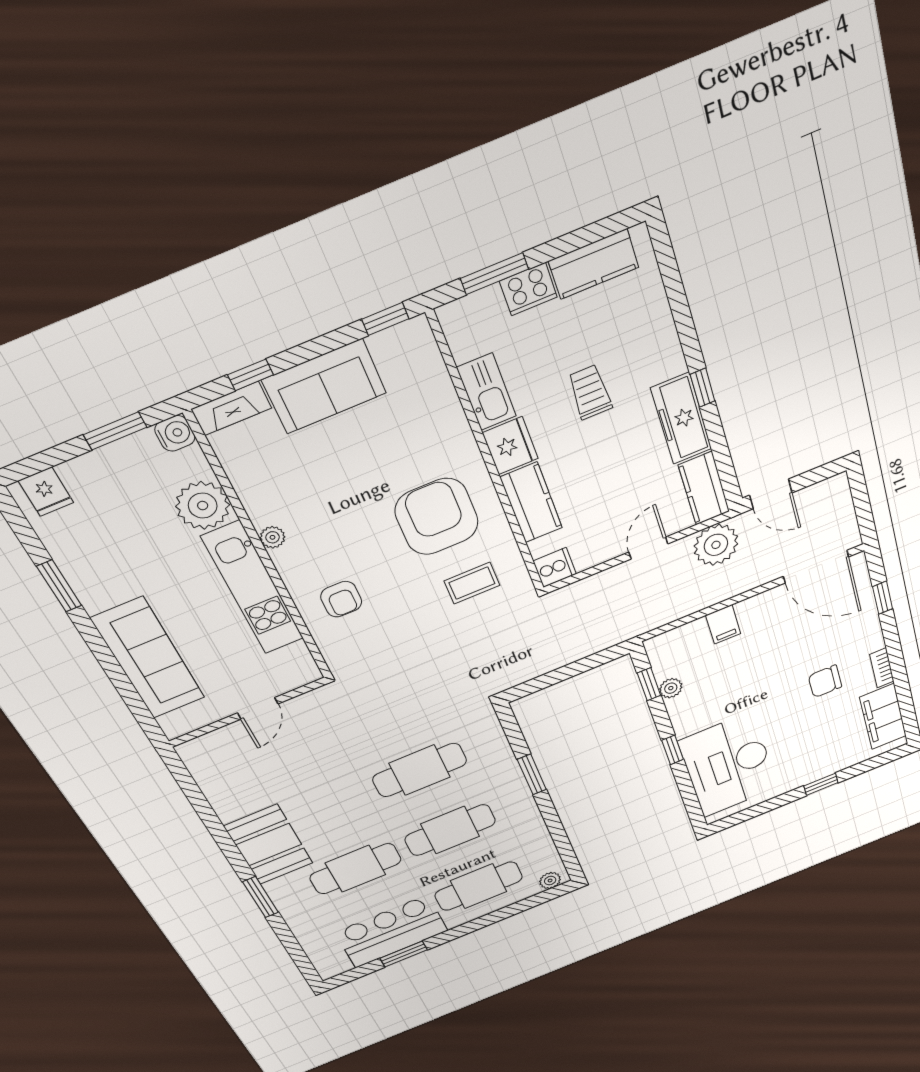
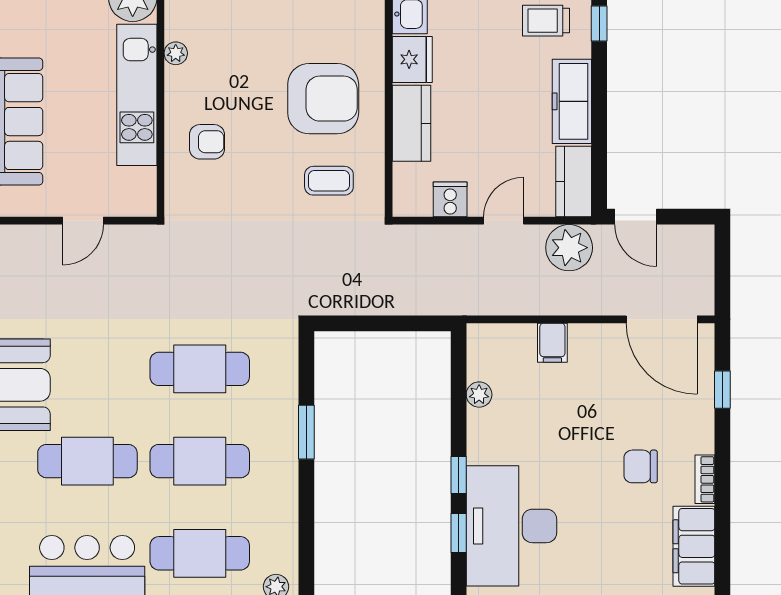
window: (703, 388) -> (599, 23), moved
trolley: (590, 392) -> (546, 21), moved, turned -90
armchair: (437, 517) -> (323, 99), turned 90
cooker: (555, 568) -> (450, 199), moved, turned -90
armchair: (341, 599) -> (207, 142), turned -90
window: (649, 684) -> (459, 533), moved

